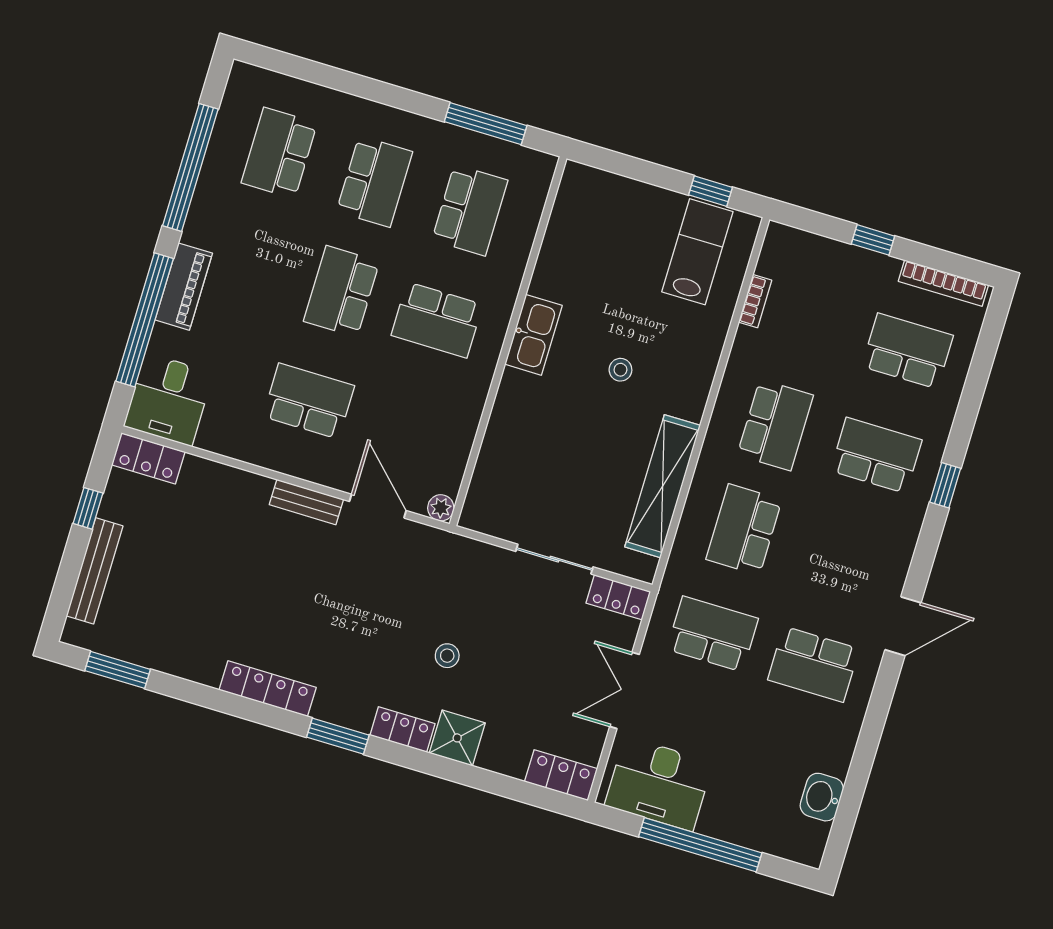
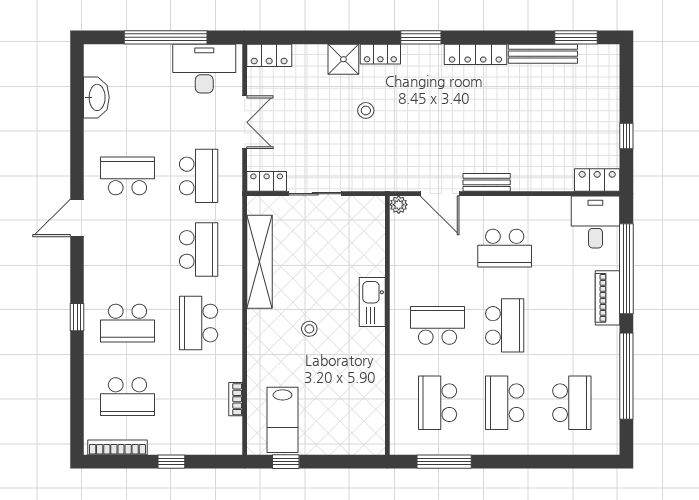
kitchen sink: (533, 335) -> (372, 302), moved
bench: (95, 571) -> (543, 54), moved, turned 90
school desk: (713, 634) -> (199, 176), turned -90
washbasin: (822, 797) -> (96, 97), width x1.38

